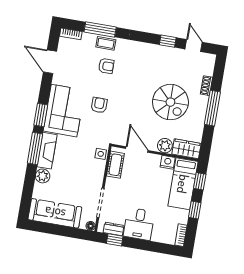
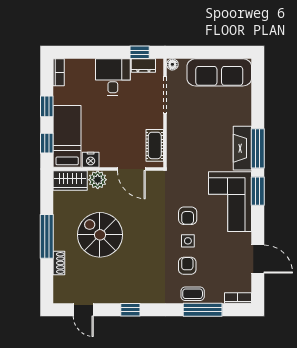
window: (168, 41) -> (130, 310), moved
armchair: (106, 66) -> (187, 266), turned 90
side table: (101, 154) -> (188, 241), moved
plant: (43, 176) -> (243, 116), removed

